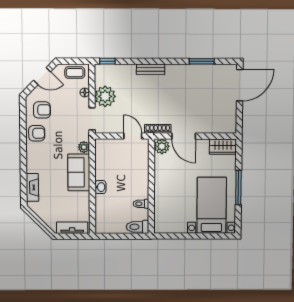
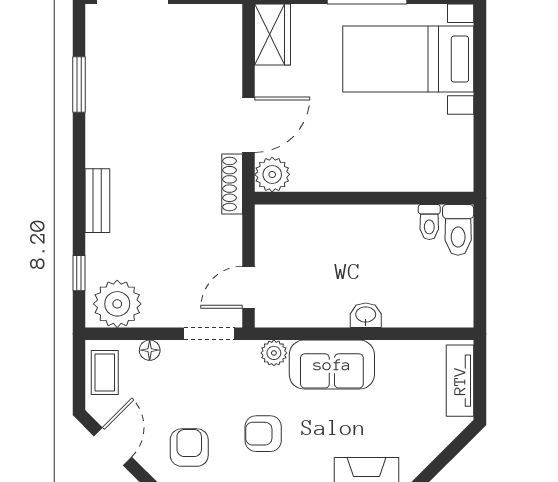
window: (107, 61) -> (79, 273), moved
plant: (105, 96) -> (117, 304), moved
armchair: (37, 133) -> (263, 434), moved, turned -90
door: (133, 136) -> (249, 287), moved
toilet: (141, 204) -> (429, 222), moved

